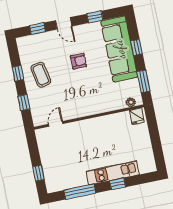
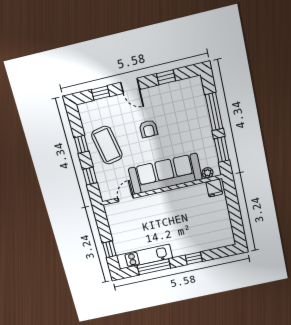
window: (136, 47) -> (214, 112), width x2.17
sofa: (119, 49) -> (165, 174), moved, turned 90
armchair: (78, 61) -> (148, 129), turned 90
coffee table: (41, 75) -> (107, 145), width x1.36, depth x1.32
kitchen unit: (113, 173) -> (144, 257), moved

